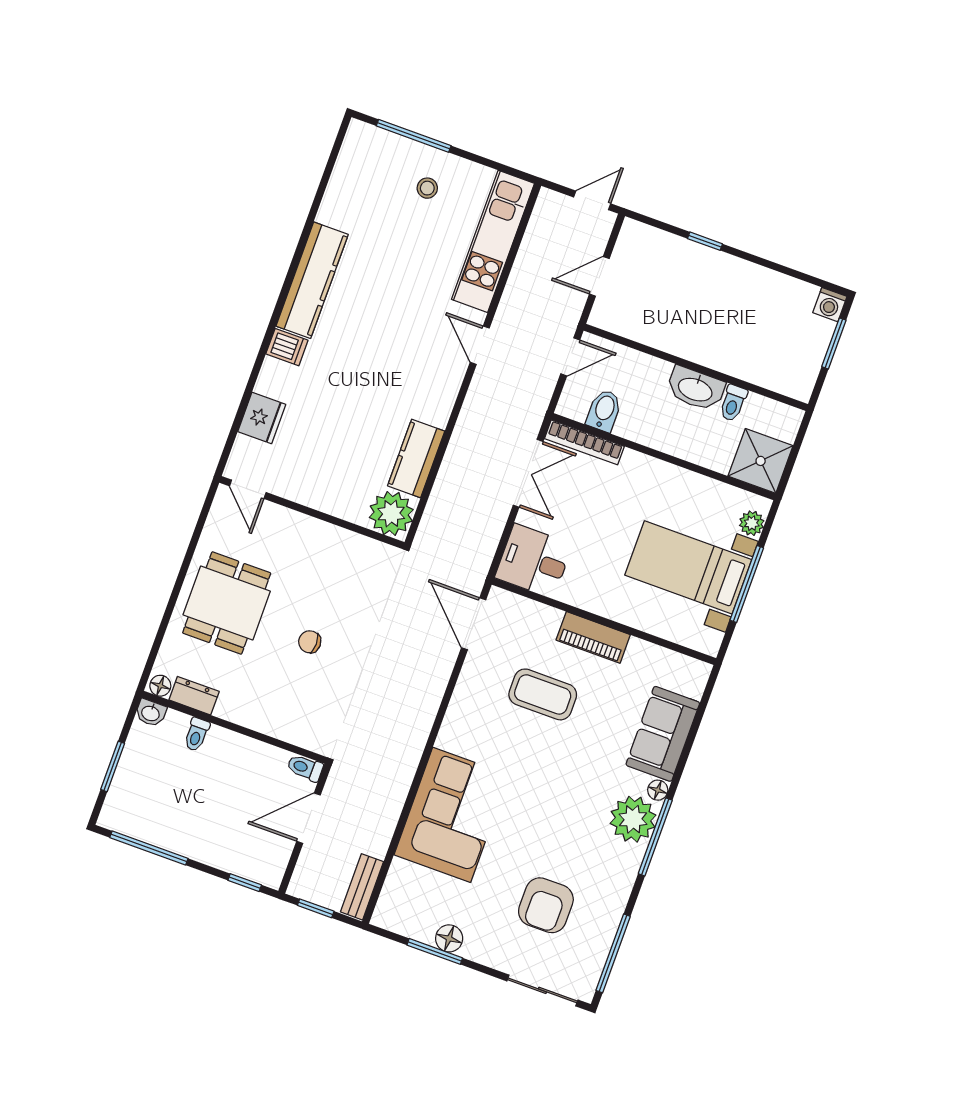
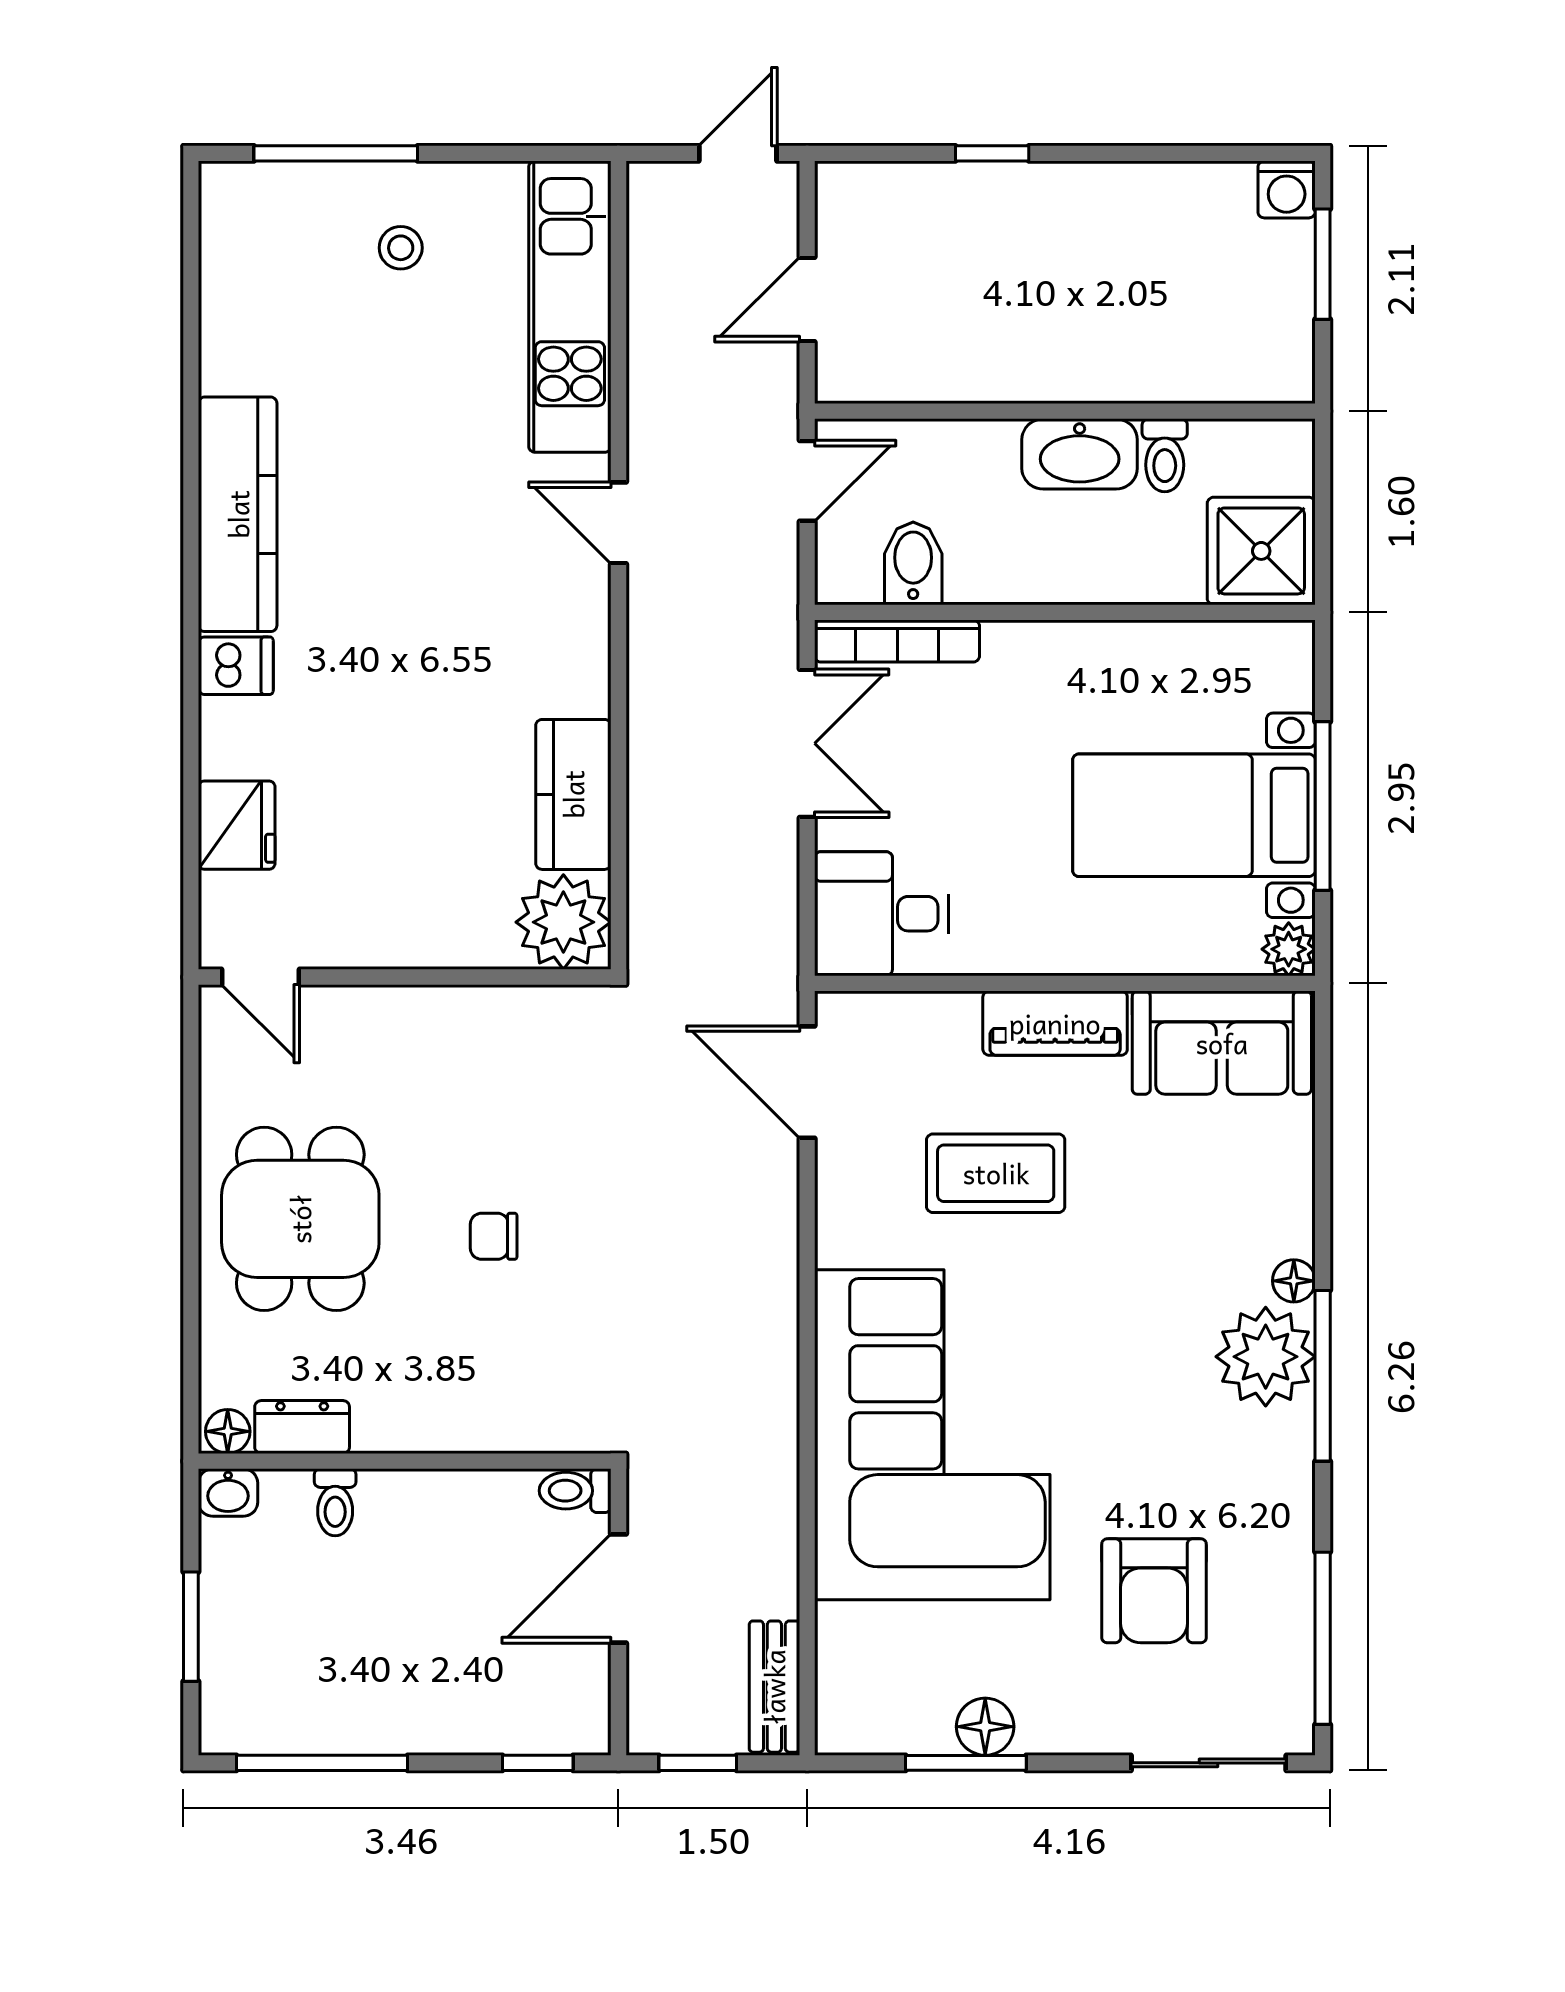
plant: (752, 523) -> (1289, 949), moved
sofa: (663, 734) -> (1222, 1043), moved, turned -90
corner sofa: (452, 815) -> (932, 1435), width x1.36, depth x1.36

